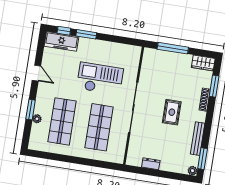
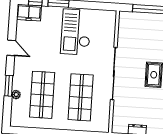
freezer: (61, 41) -> (29, 13), width x0.71
checkout: (100, 79) -> (76, 32), moved, turned -90

